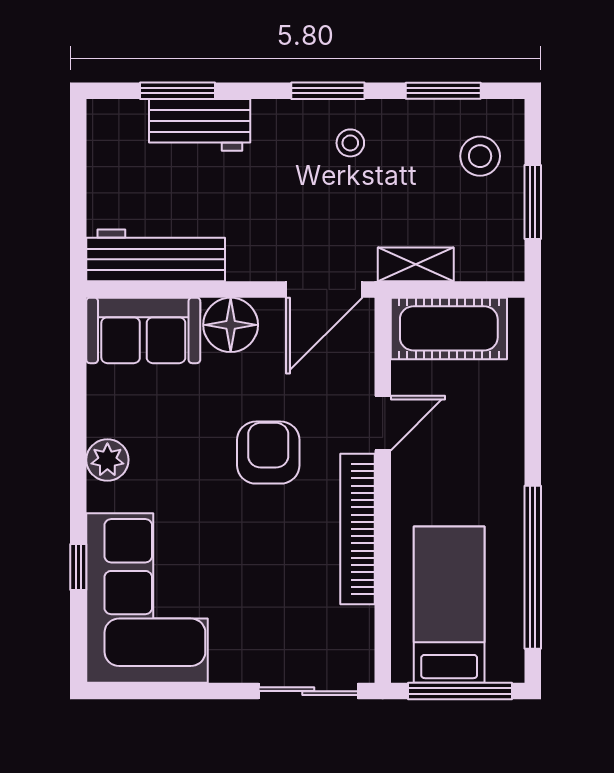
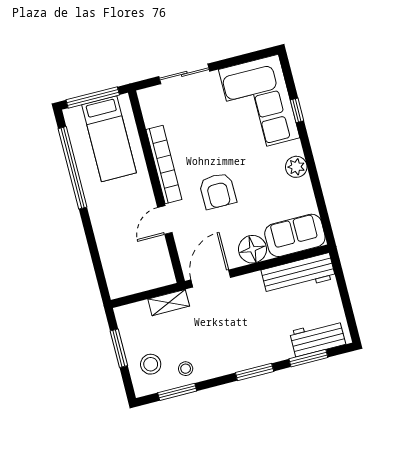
window: (328, 91) -> (255, 372), moved
workbench: (200, 125) -> (318, 338), moved
stool: (350, 143) -> (186, 369), moved
cot: (449, 328) -> (144, 275), removed
sliding door: (308, 691) -> (184, 74), moved

